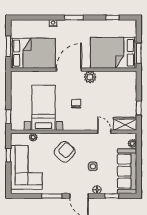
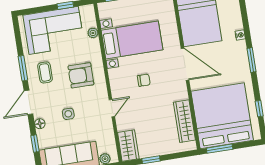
bed: (114, 53) -> (222, 116), width x1.36
plant: (90, 77) -> (180, 92), removed
wardrobe: (113, 77) -> (184, 121), added
door: (104, 132) -> (112, 108), moved
armchair: (65, 152) -> (81, 75), turned 138
coffee table: (58, 179) -> (45, 72), added

